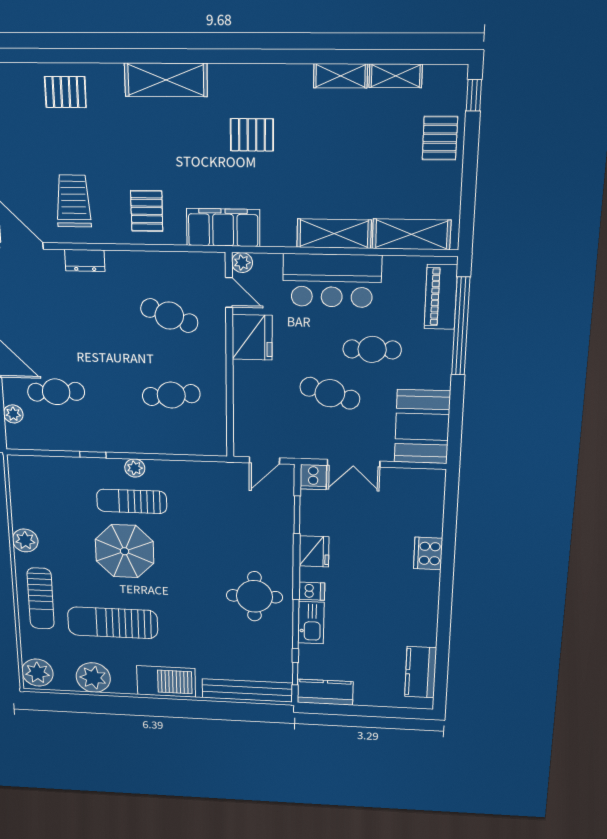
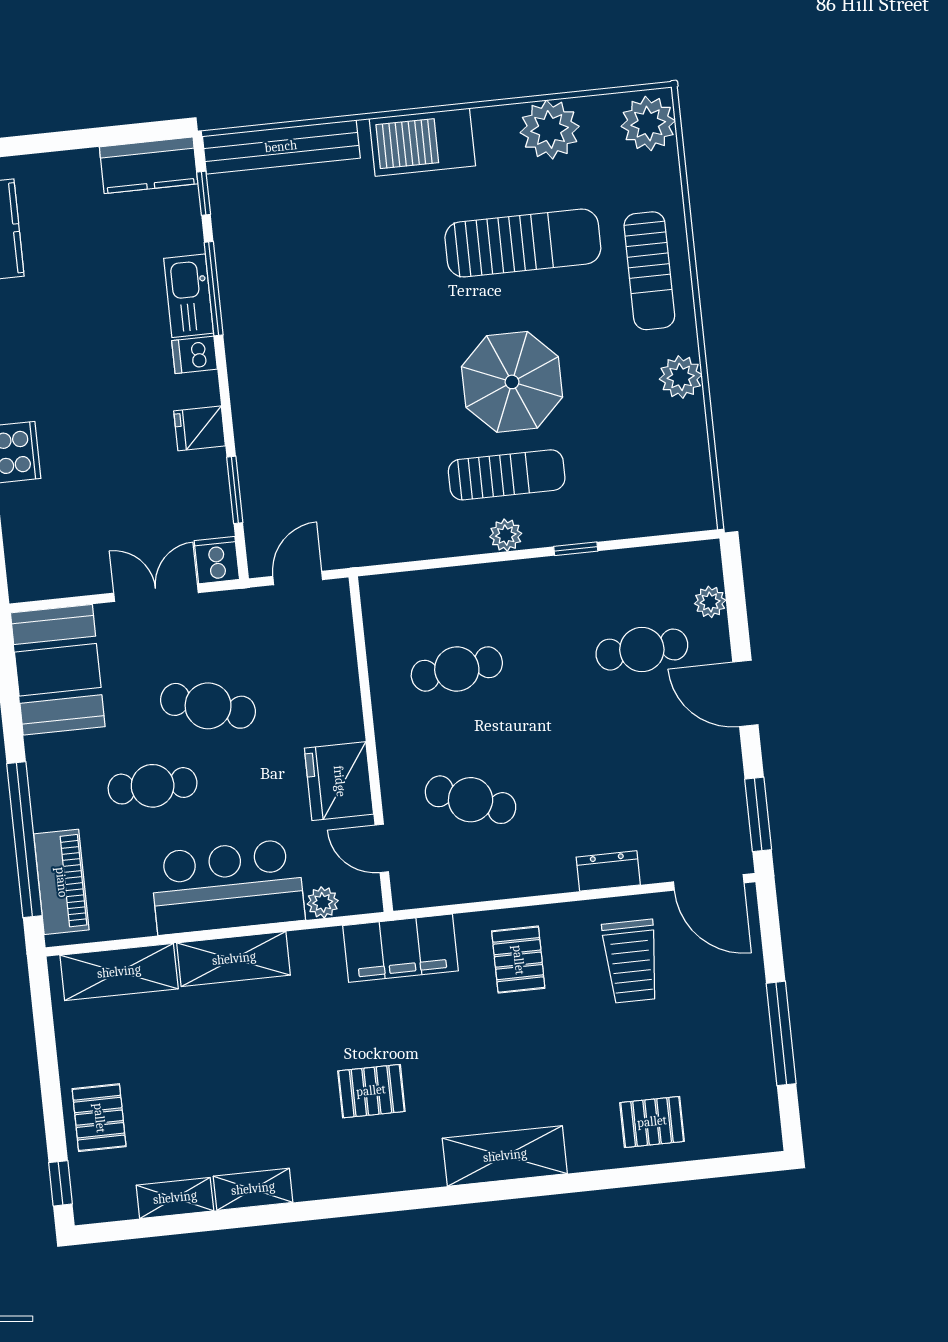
plant: (242, 263) -> (323, 902), moved
fridge: (314, 551) -> (200, 428), width x0.72
round table: (254, 596) -> (288, 331), removed
sun lounger: (41, 599) -> (649, 271), turned 180

